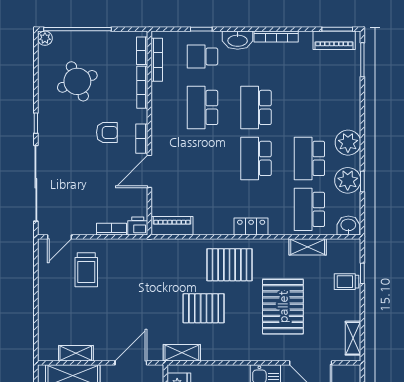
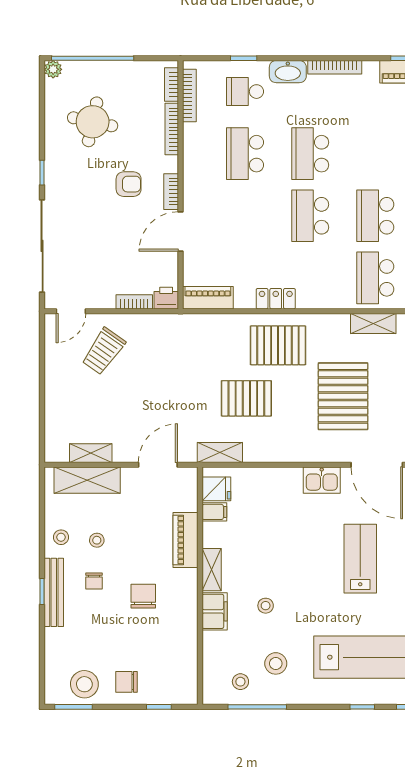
round table: (77, 81) -> (93, 122), turned 34
locker: (251, 226) -> (276, 299), moved
trolley: (86, 270) -> (103, 351), turned 35

